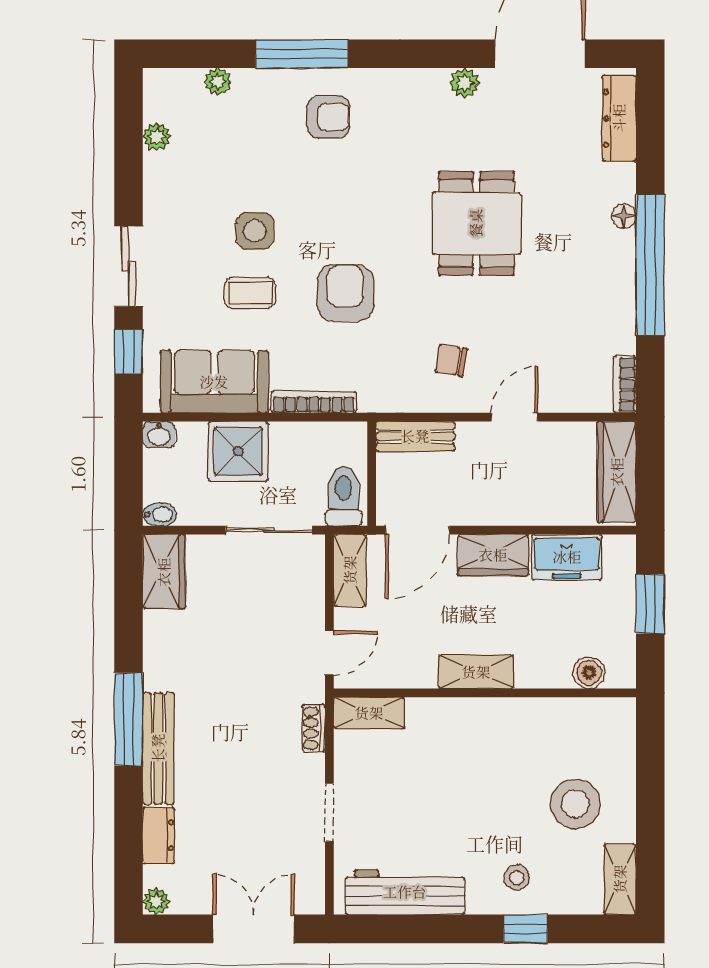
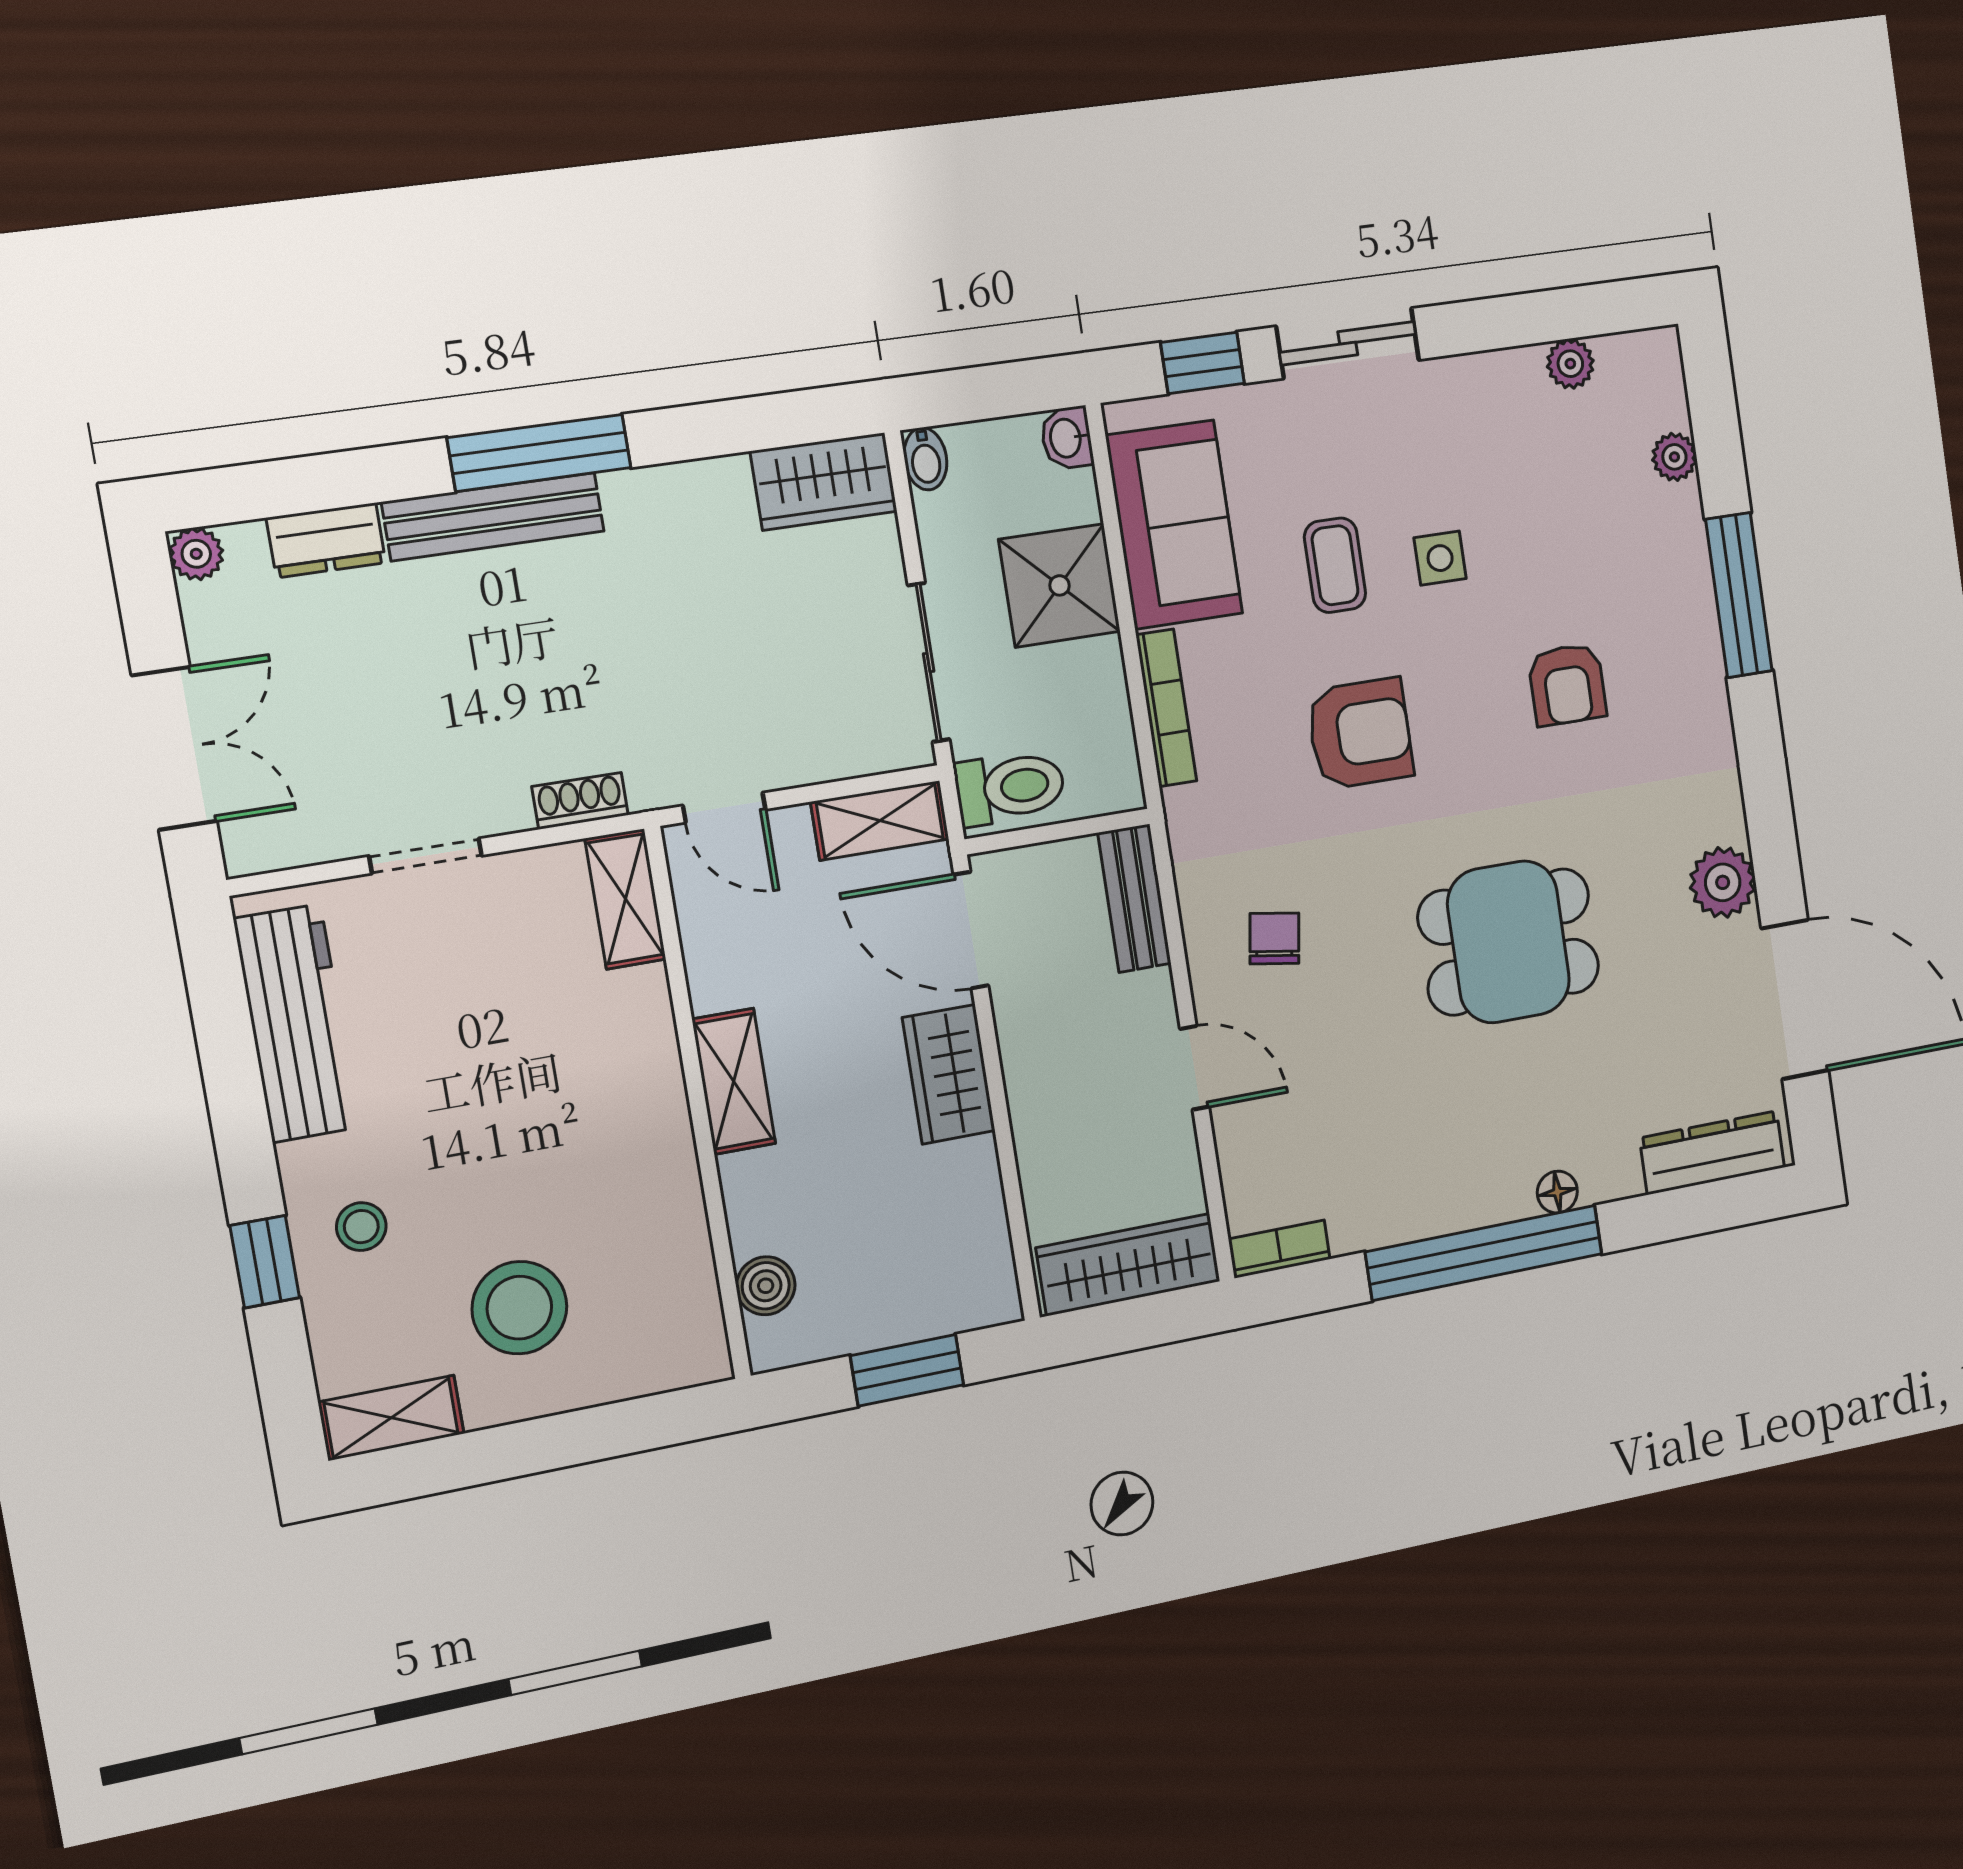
plant: (465, 83) -> (1723, 882), width x1.38, depth x1.38
armchair: (328, 117) -> (1567, 685), moved
side table: (255, 231) -> (1440, 558), width x0.73, depth x0.73
freezer: (567, 557) -> (965, 1206), removed

